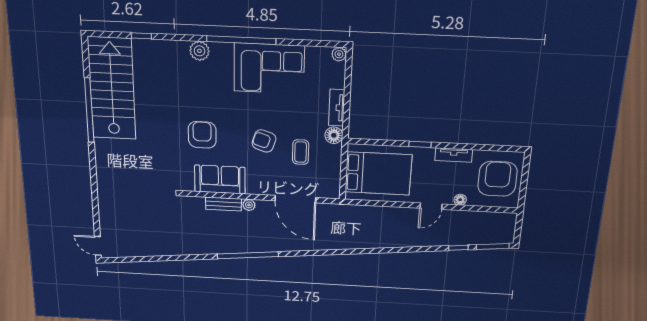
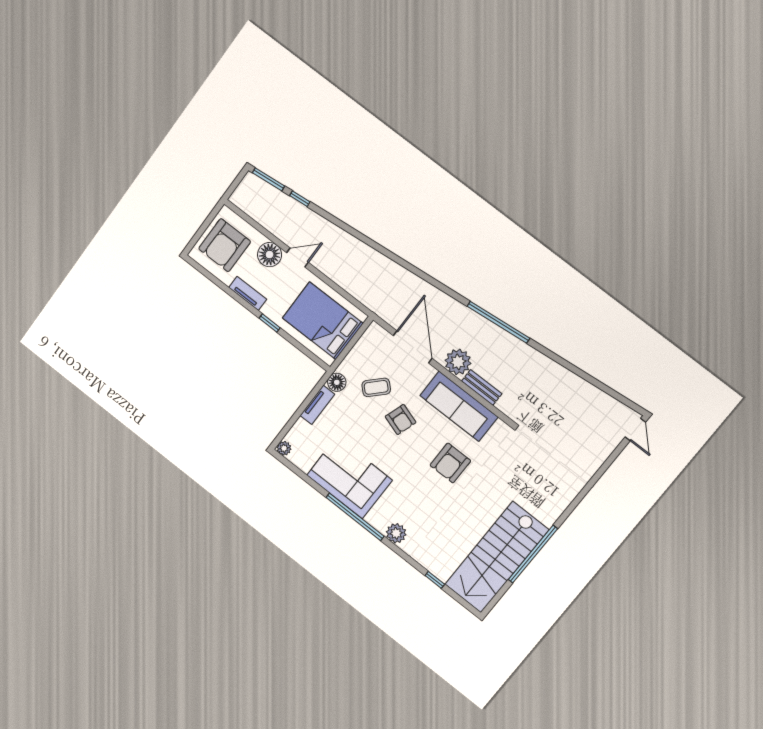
coffee table: (301, 152) -> (376, 387), turned 44
sofa: (220, 180) -> (459, 406), width x1.36
floor lamp: (460, 200) -> (270, 255), width x1.89, depth x1.89
plant: (249, 205) -> (458, 362), width x1.88, depth x1.88

